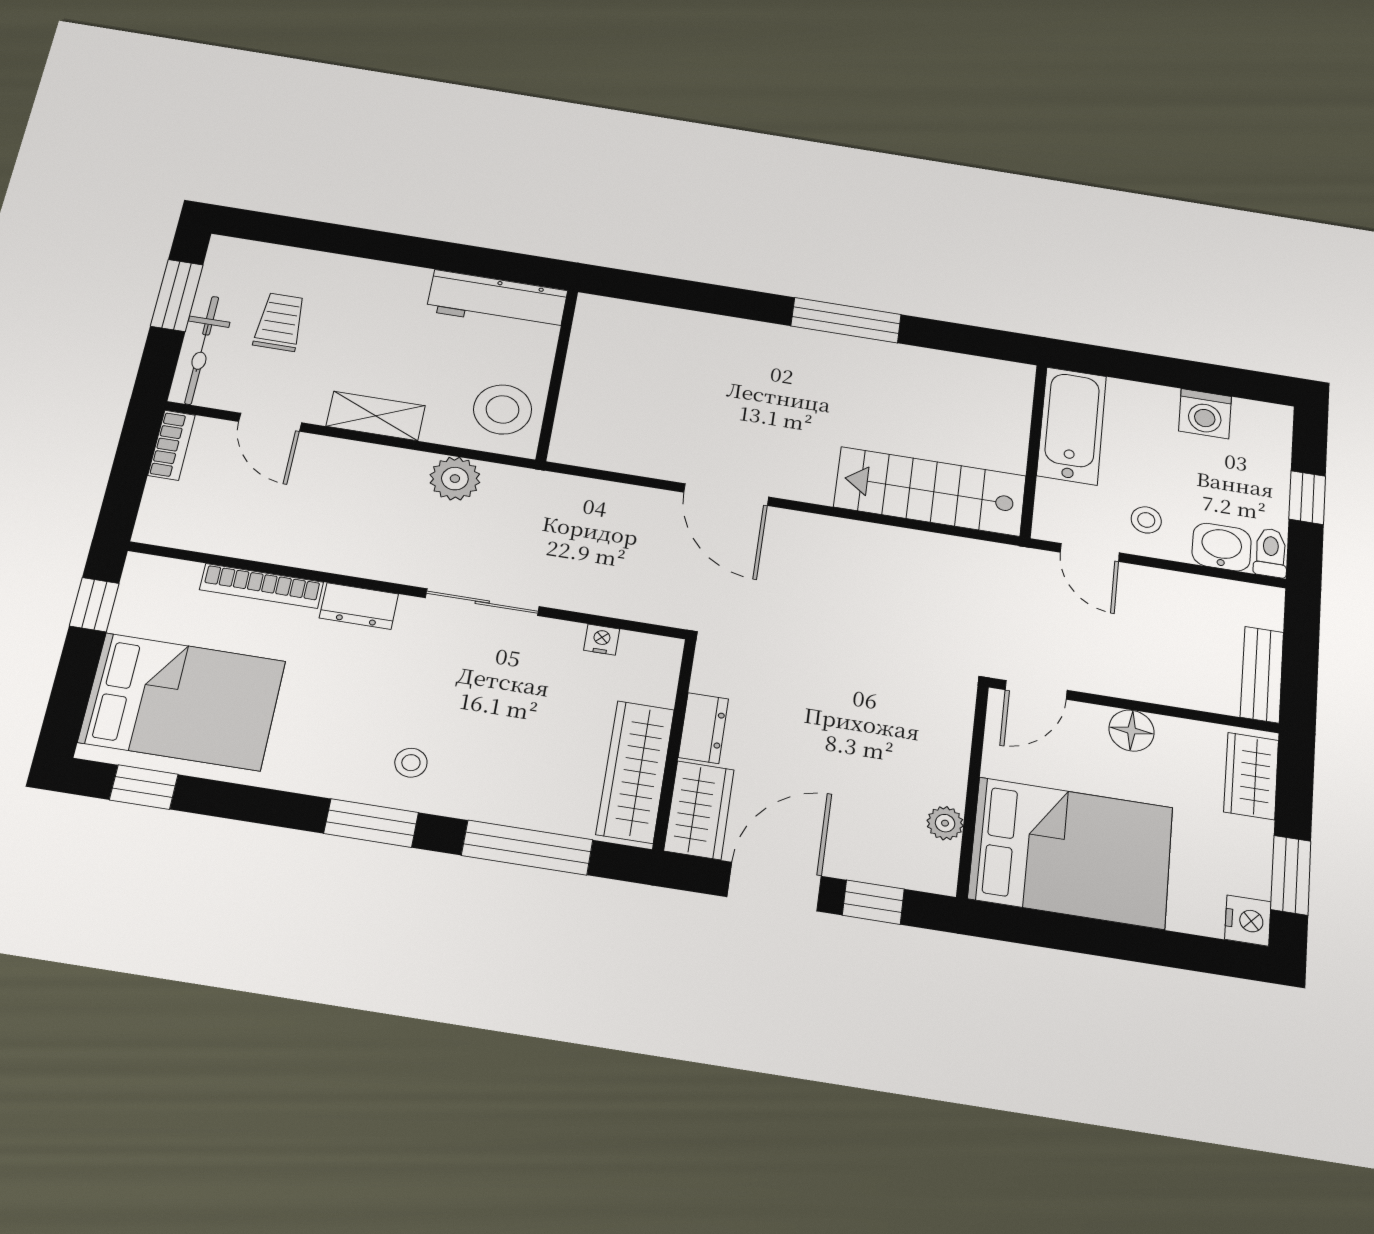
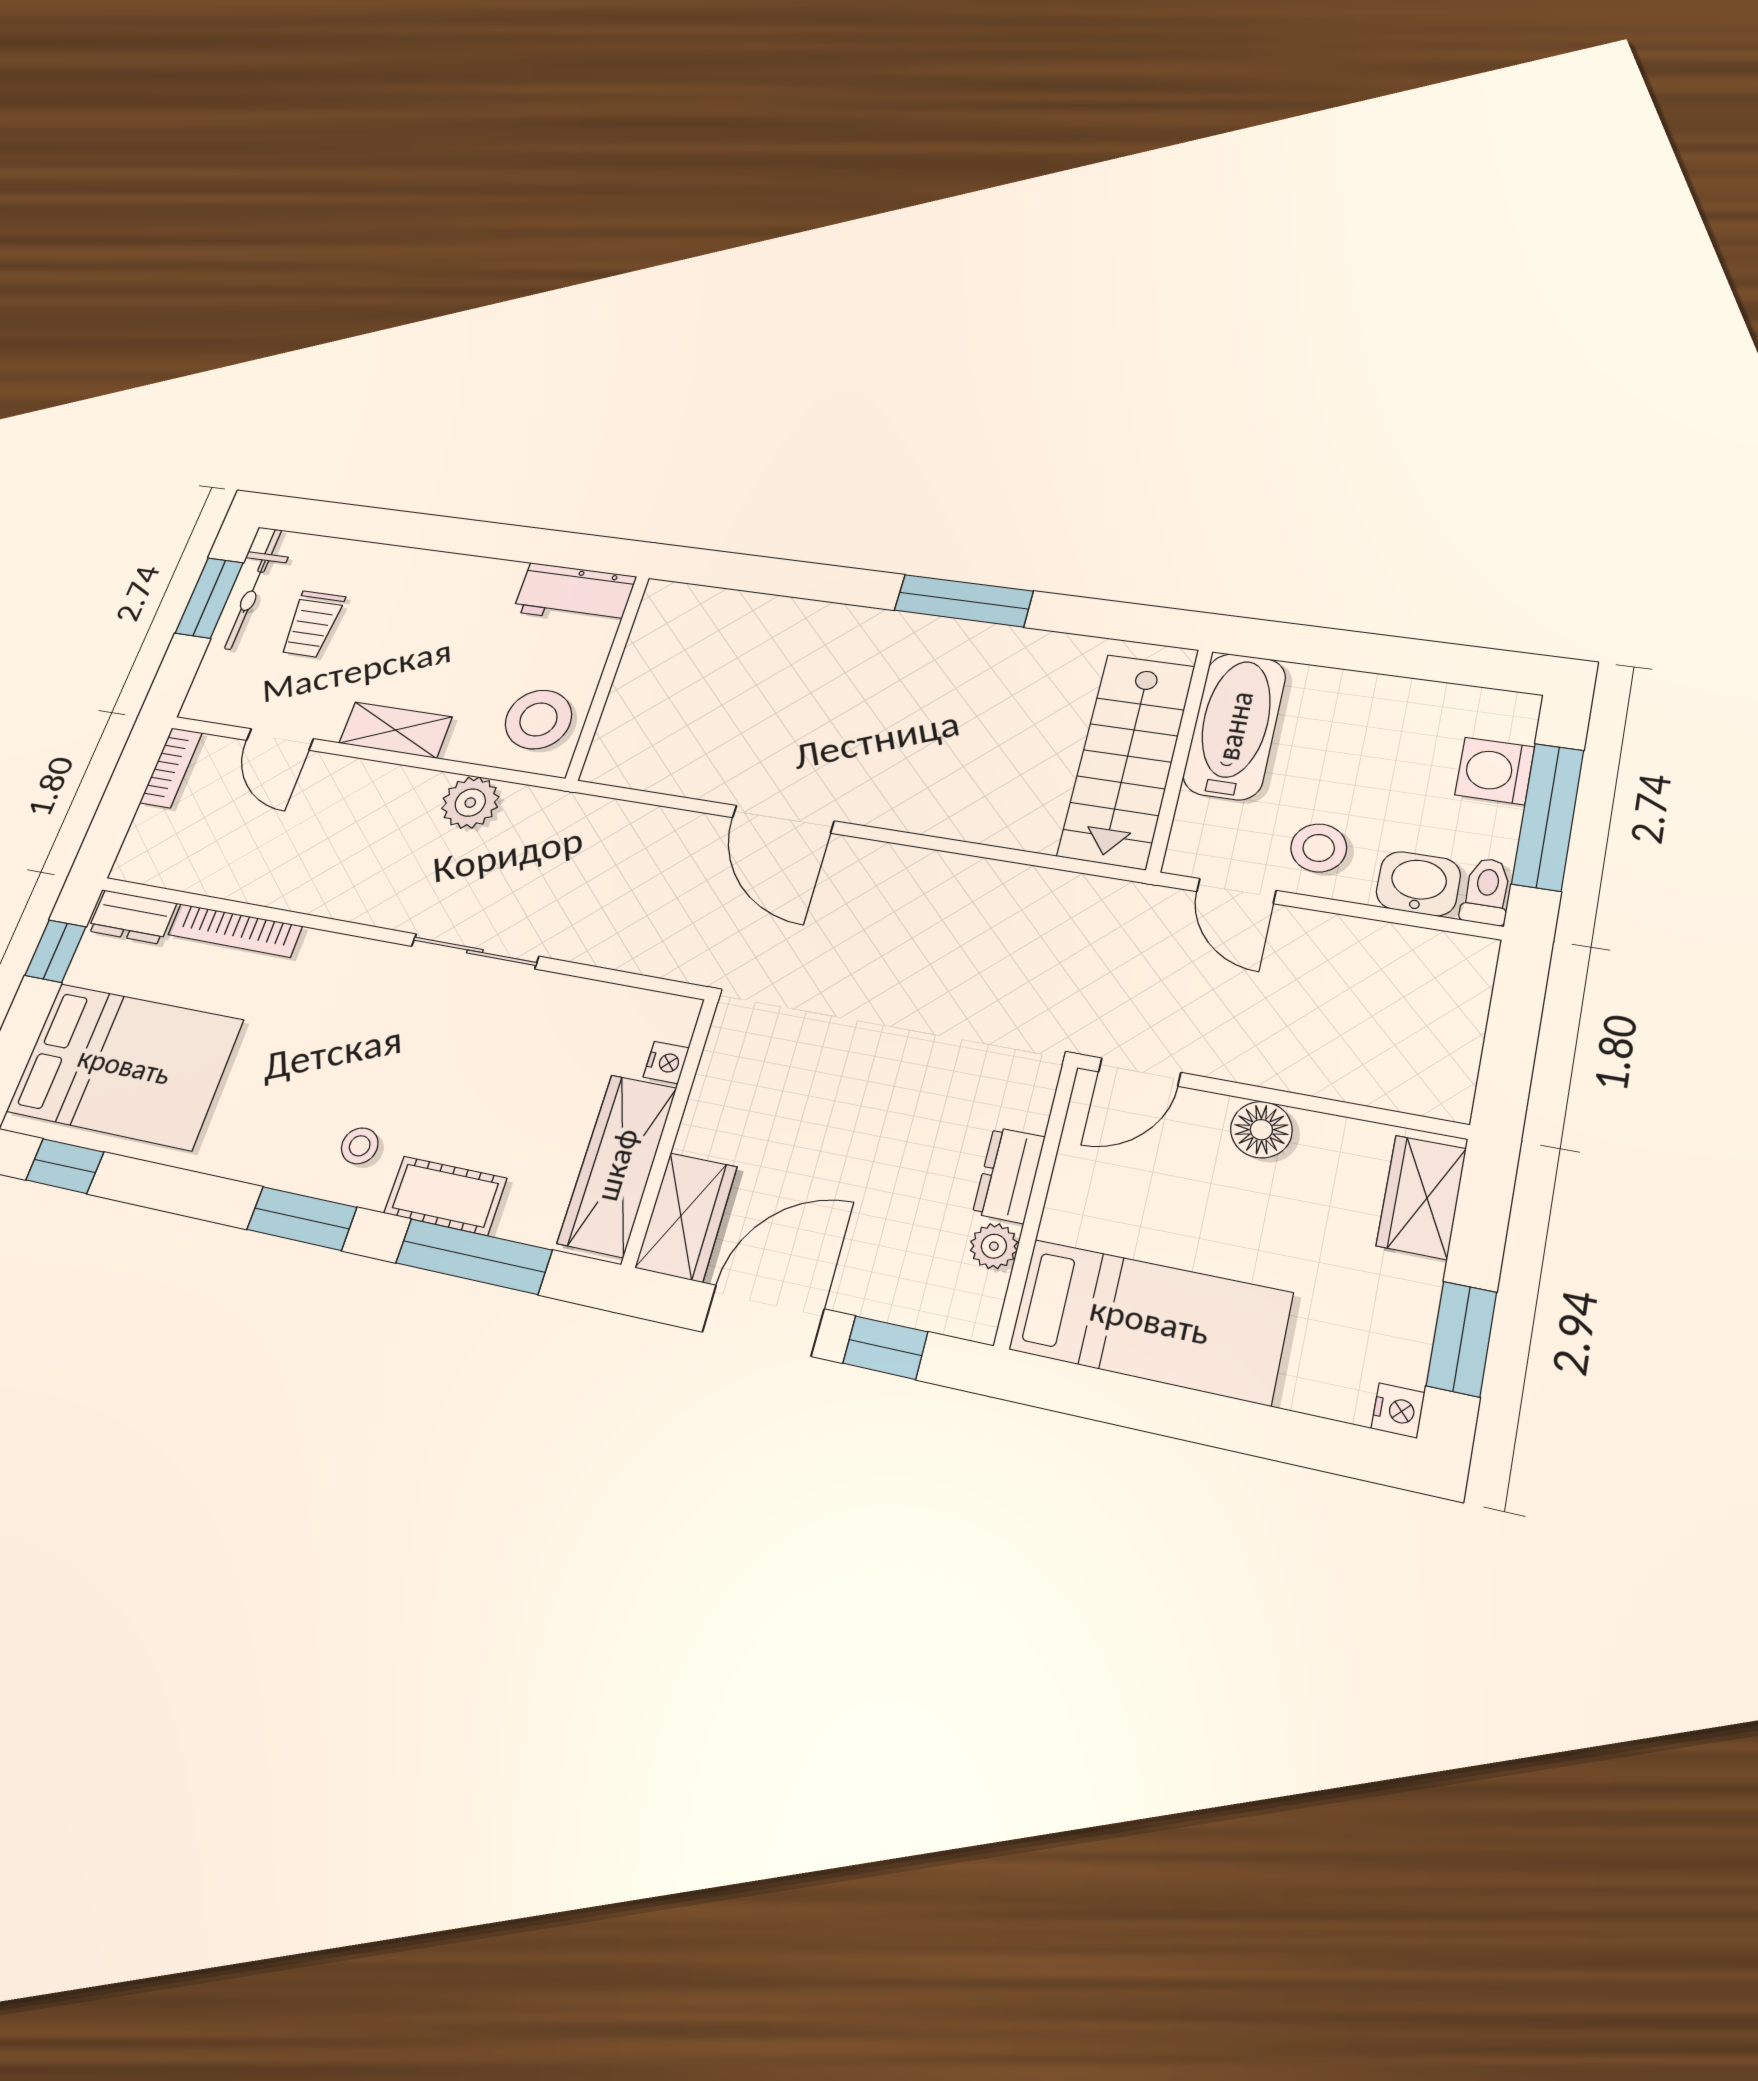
workbench: (497, 301) -> (575, 594), width x0.73
trolley: (280, 322) -> (312, 624), turned 180
bicycle: (202, 350) -> (253, 589), moved
washing machine: (1205, 414) -> (1495, 771), moved, turned 90
stairs: (930, 491) -> (1127, 760), moved, turned -90
window: (1307, 498) -> (1548, 817), width x2.17
stool: (1146, 520) -> (1319, 848), width x1.37, depth x1.37
dresser: (359, 606) -> (132, 917), moved
nightstand: (602, 640) -> (666, 1062), moved, turned 90
bench: (1262, 674) -> (1454, 1057), removed
dresser: (703, 728) -> (1009, 1175), moved, turned 180
cot: (494, 800) -> (445, 1196), added
bed: (1071, 853) -> (1150, 1321), width x0.67
nightstand: (1248, 921) -> (1398, 1411), width x0.72, depth x0.74

